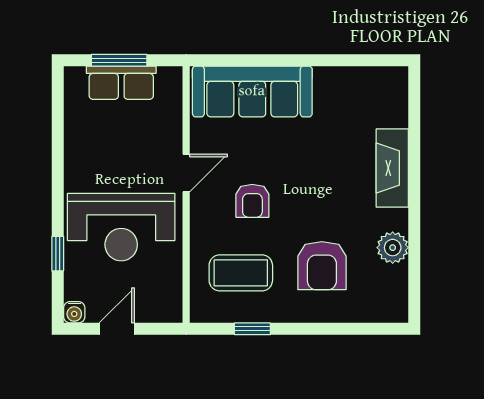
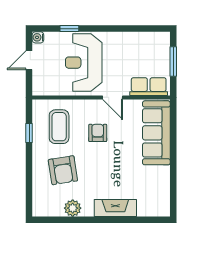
row of seats: (121, 83) -> (149, 87), moved, turned 90
armchair: (252, 201) -> (98, 133), turned 90
armchair: (322, 266) -> (63, 170), turned -99
door: (117, 329) -> (29, 60), swing flipped

